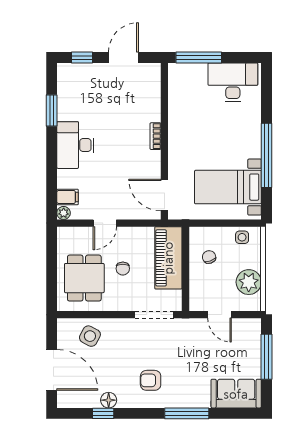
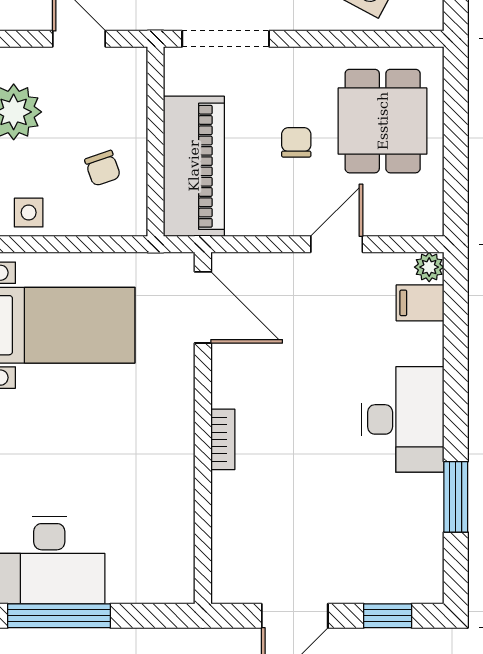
window: (199, 58) -> (59, 616), moved

